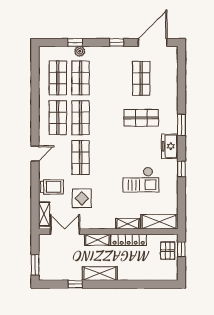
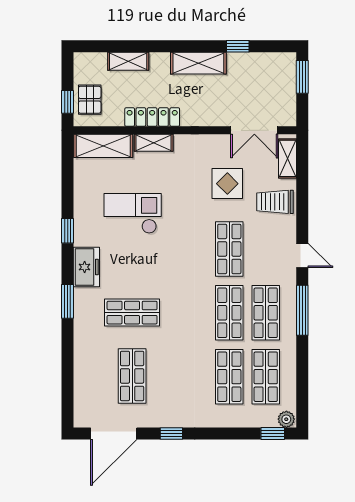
window: (75, 42) -> (273, 433), moved
plant: (80, 51) -> (286, 419), moved
window: (35, 119) -> (302, 310), added
door: (35, 153) -> (302, 256), swing flipped
shelving: (97, 240) -> (128, 61), moved

